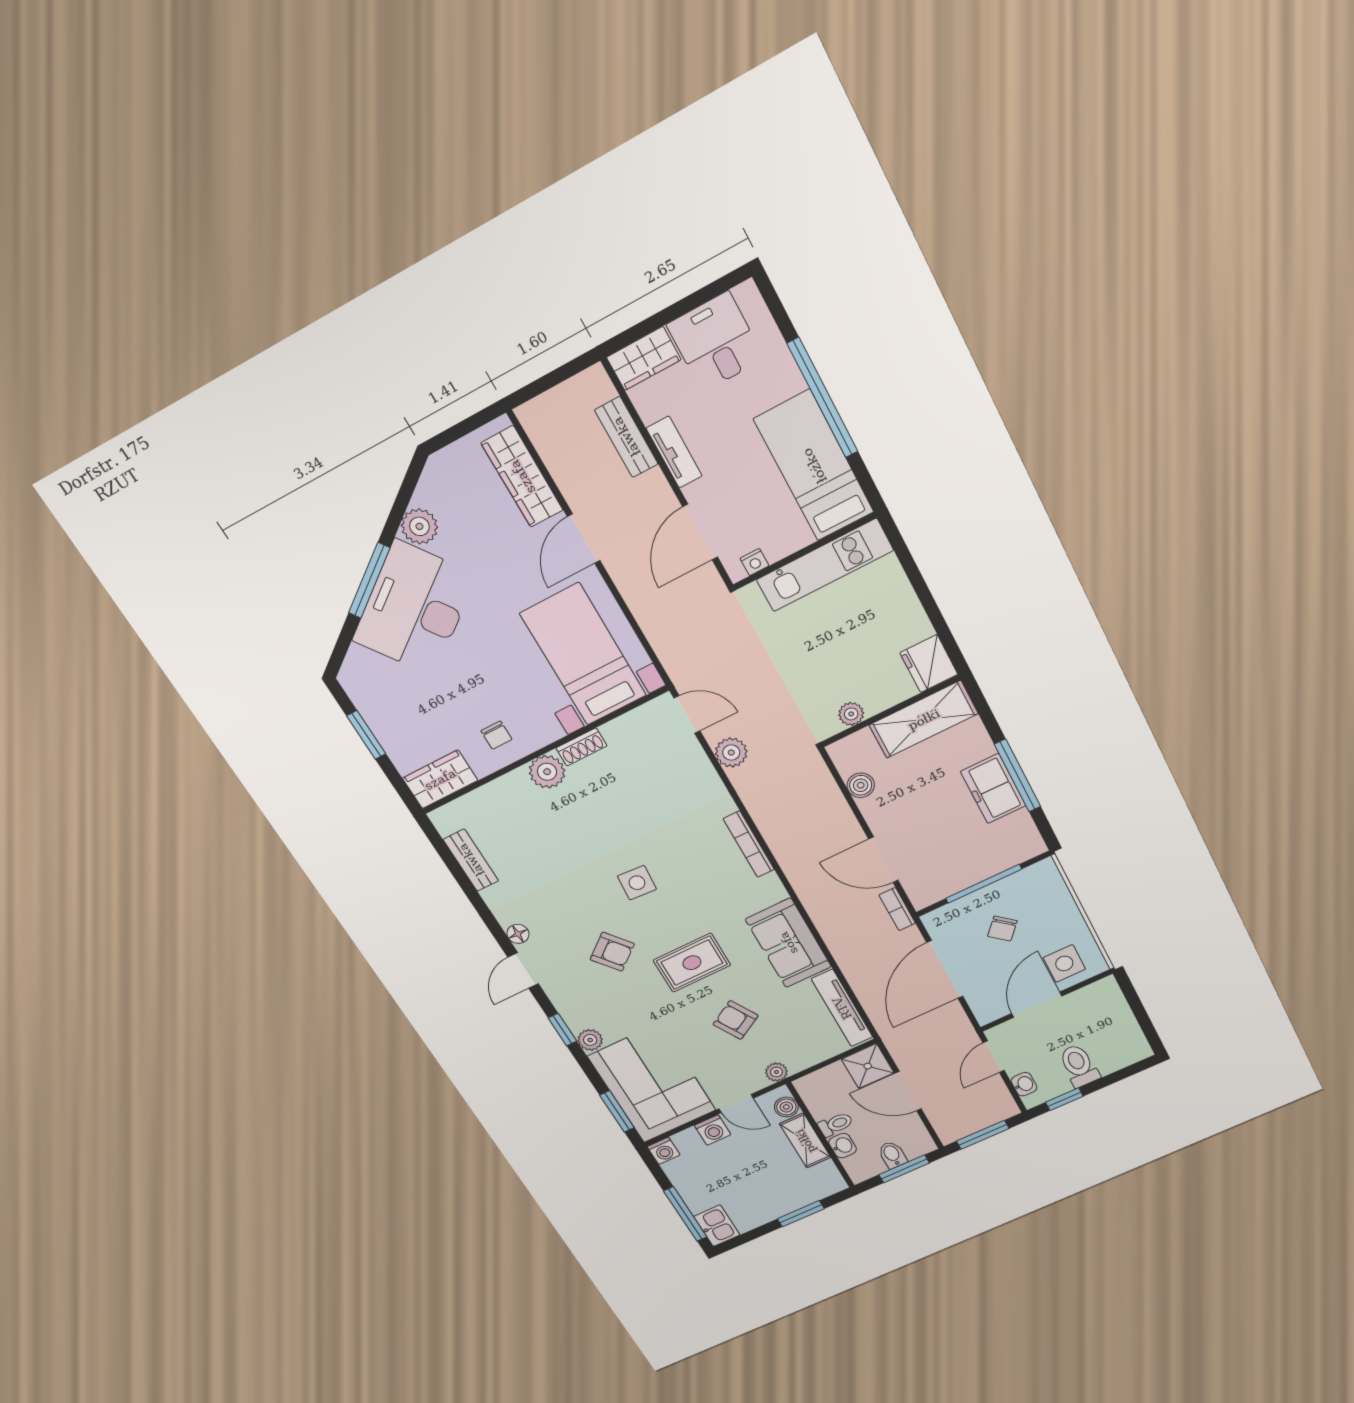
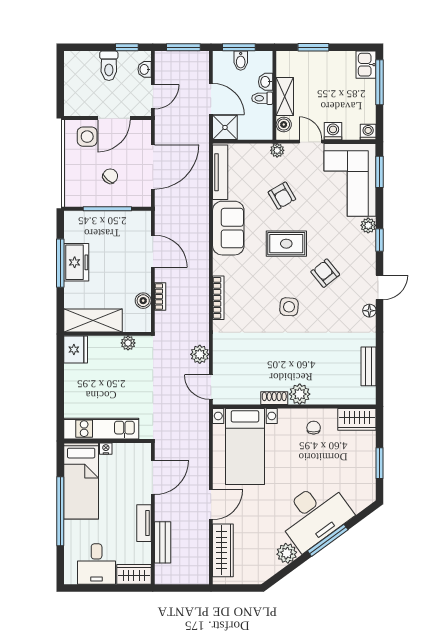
nightstand: (754, 562) -> (106, 449), moved
bookcase: (897, 909) -> (160, 297), moved

